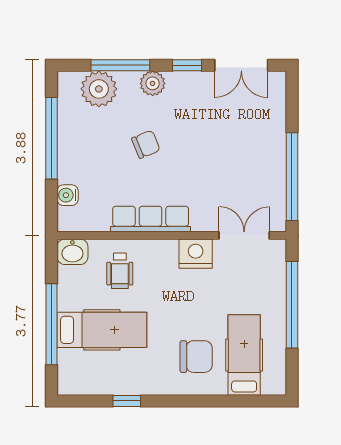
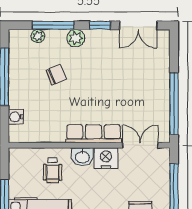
plant: (99, 89) -> (38, 36), width x0.53, depth x0.53
chair: (146, 144) -> (56, 75), moved
row of seats: (151, 219) -> (93, 134), moved
washbasin: (72, 252) -> (82, 157), moved

